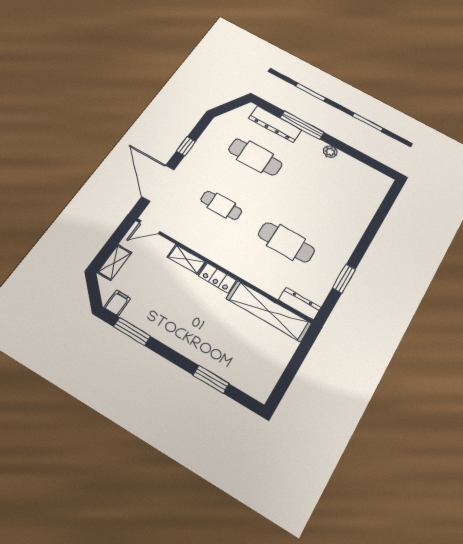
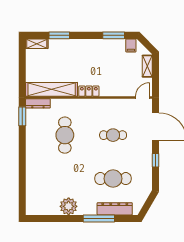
plant: (330, 152) -> (69, 206), width x1.88, depth x1.88
cafe table: (286, 242) -> (65, 135), turned 90
shelving: (187, 259) -> (37, 44), moved
window: (344, 279) -> (22, 116), moved

